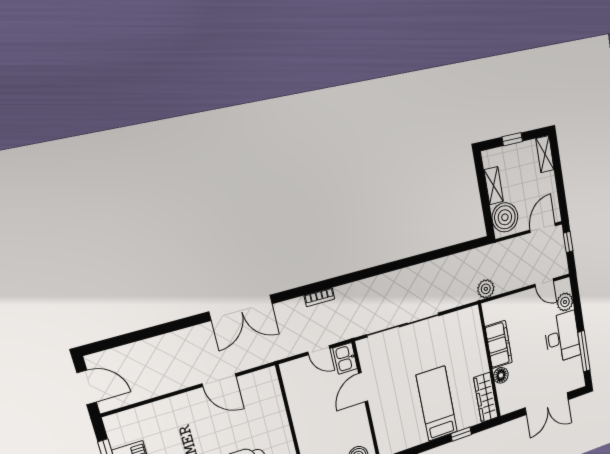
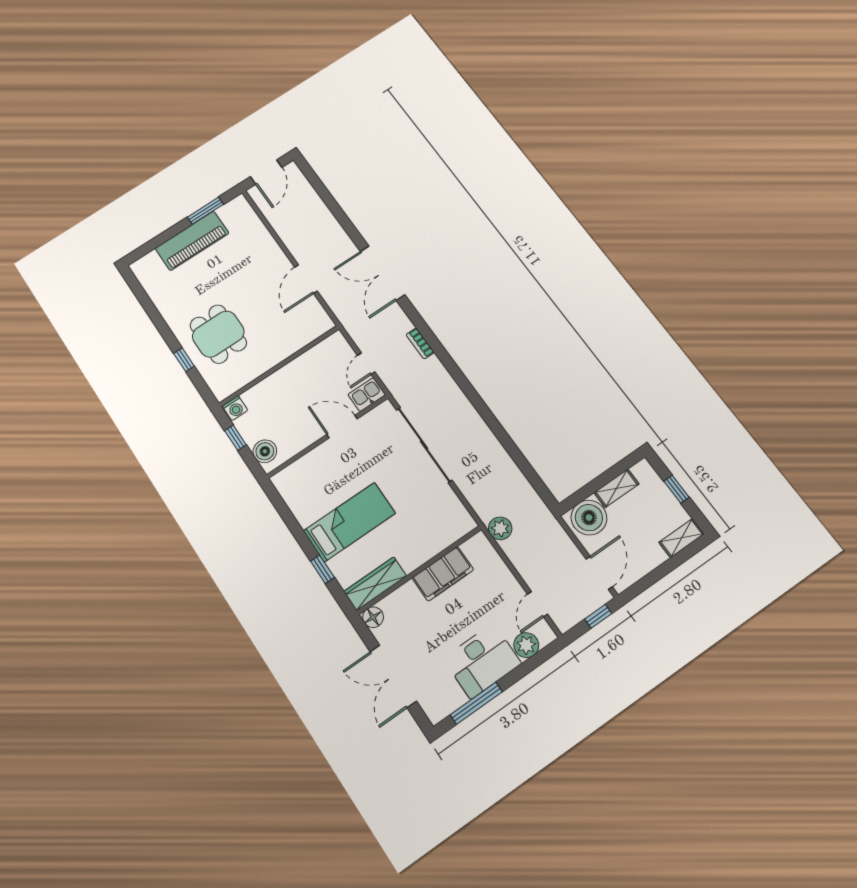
door: (543, 228) -> (599, 573), hinge flipped
floor lamp: (501, 375) -> (373, 617), moved

